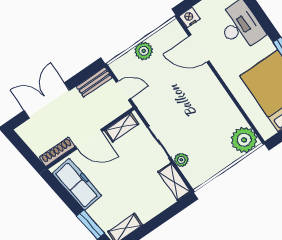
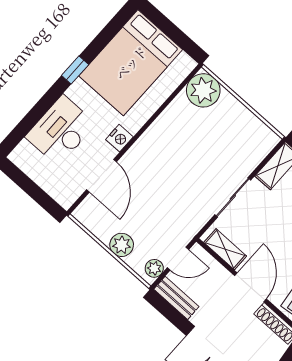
nightstand: (189, 18) -> (119, 138), moved, turned -90
door: (123, 90) -> (178, 259), swing flipped
plant: (181, 160) -> (154, 268), moved

